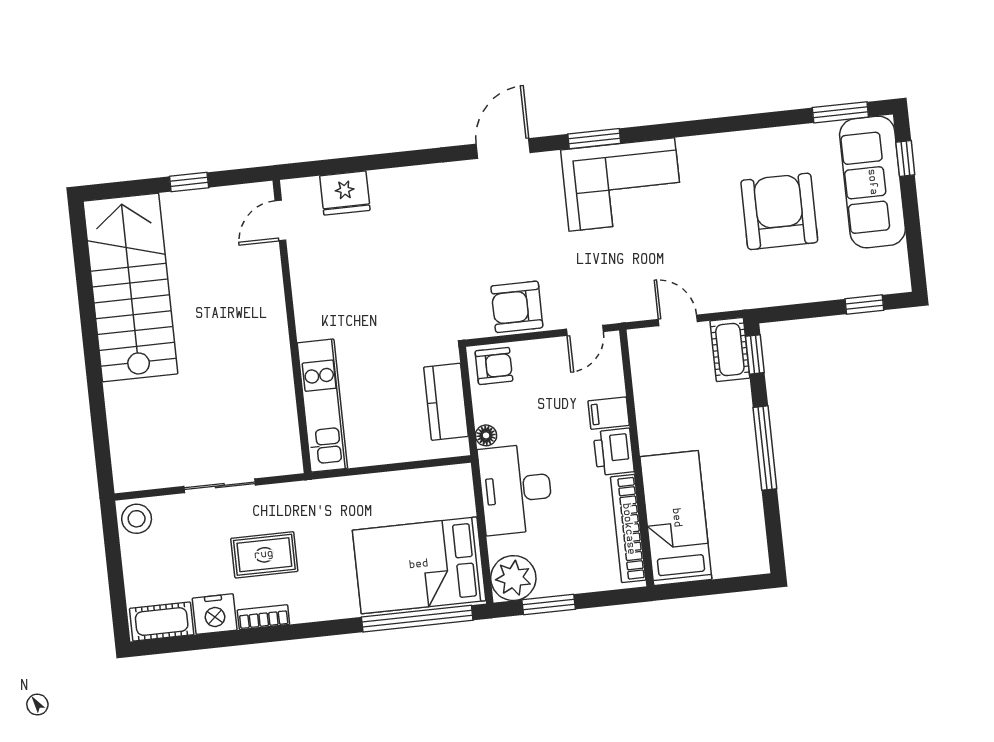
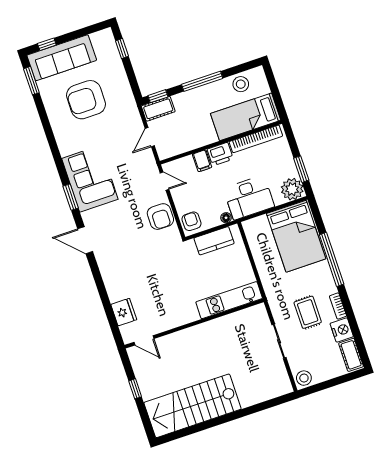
stool: (742, 523) -> (241, 84), added
window: (417, 619) -> (332, 259), moved

